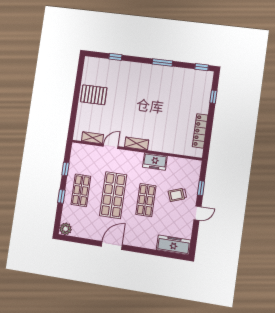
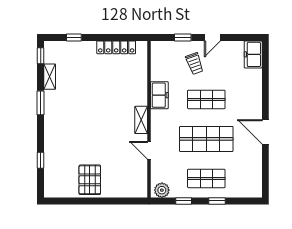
shelving: (92, 138) -> (50, 77), moved
door: (197, 213) -> (212, 37), swing flipped
plant: (66, 229) -> (162, 190), moved
freezer: (174, 245) -> (253, 54), width x0.71

